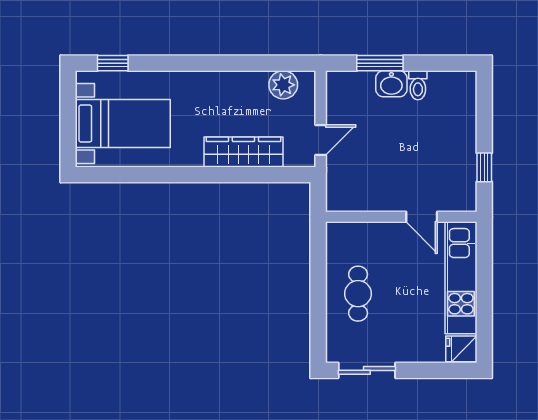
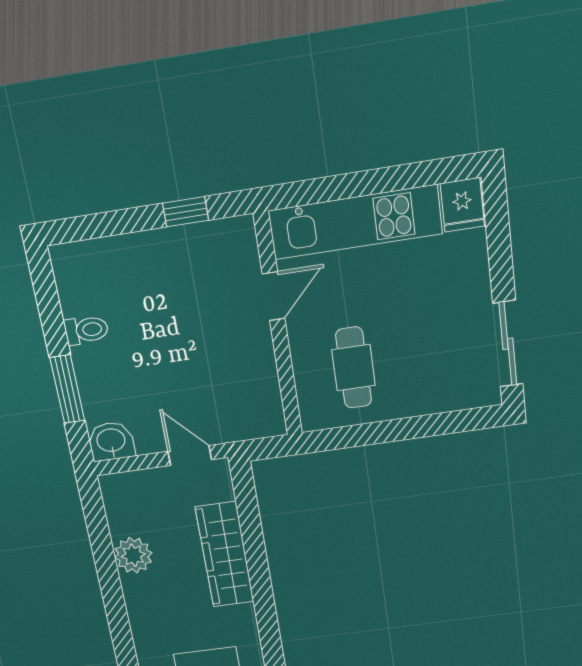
washbasin: (391, 84) -> (111, 441), moved, turned -90
plant: (283, 85) -> (133, 555), moved
cafe table: (358, 294) -> (354, 368), moved, turned 90

